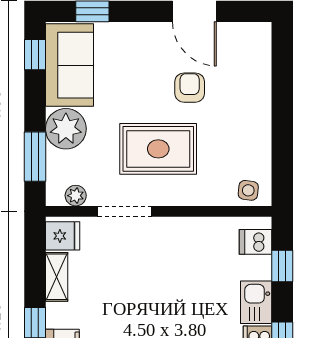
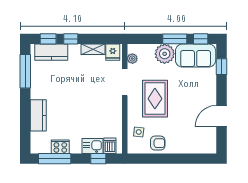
armchair: (190, 88) -> (158, 143), moved
window: (35, 157) -> (175, 39), moved
side table: (248, 190) -> (139, 132), moved
kitchen sink: (256, 302) -> (92, 146), moved

